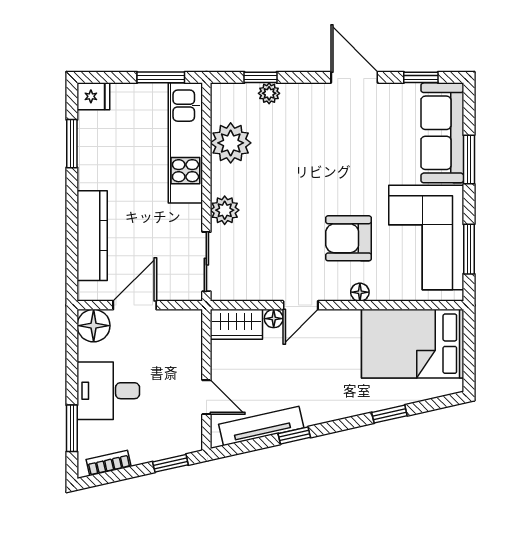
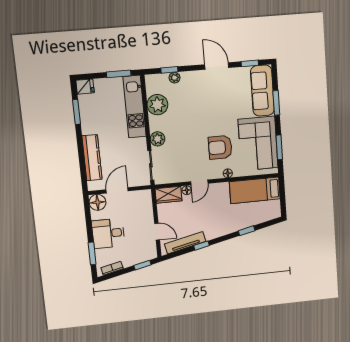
bed: (413, 344) -> (255, 190), width x0.67

